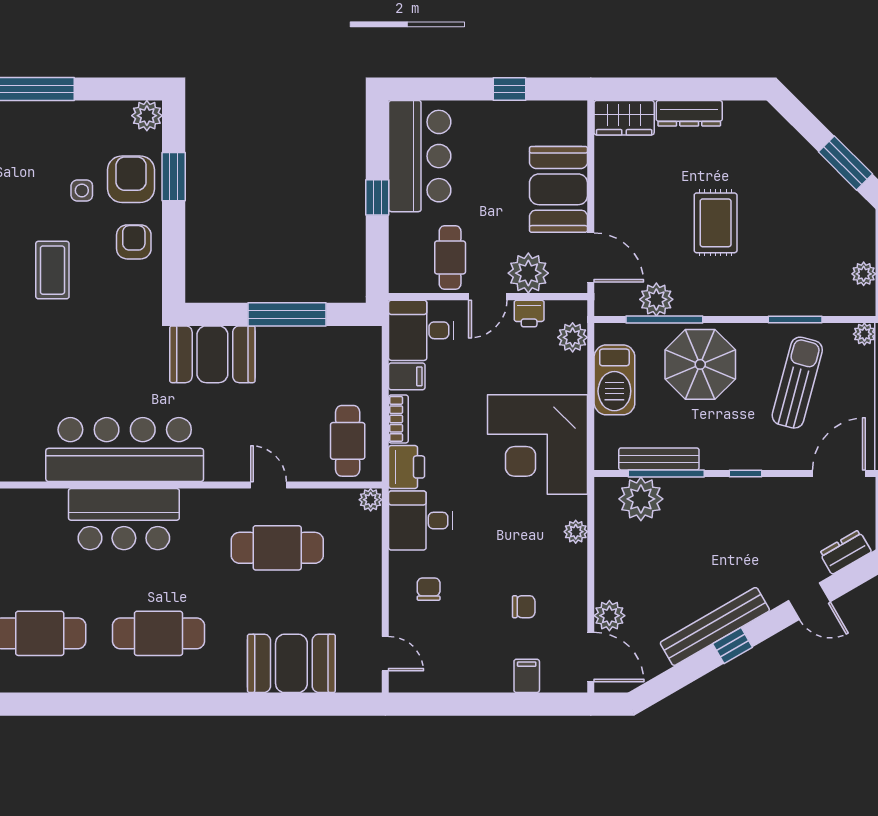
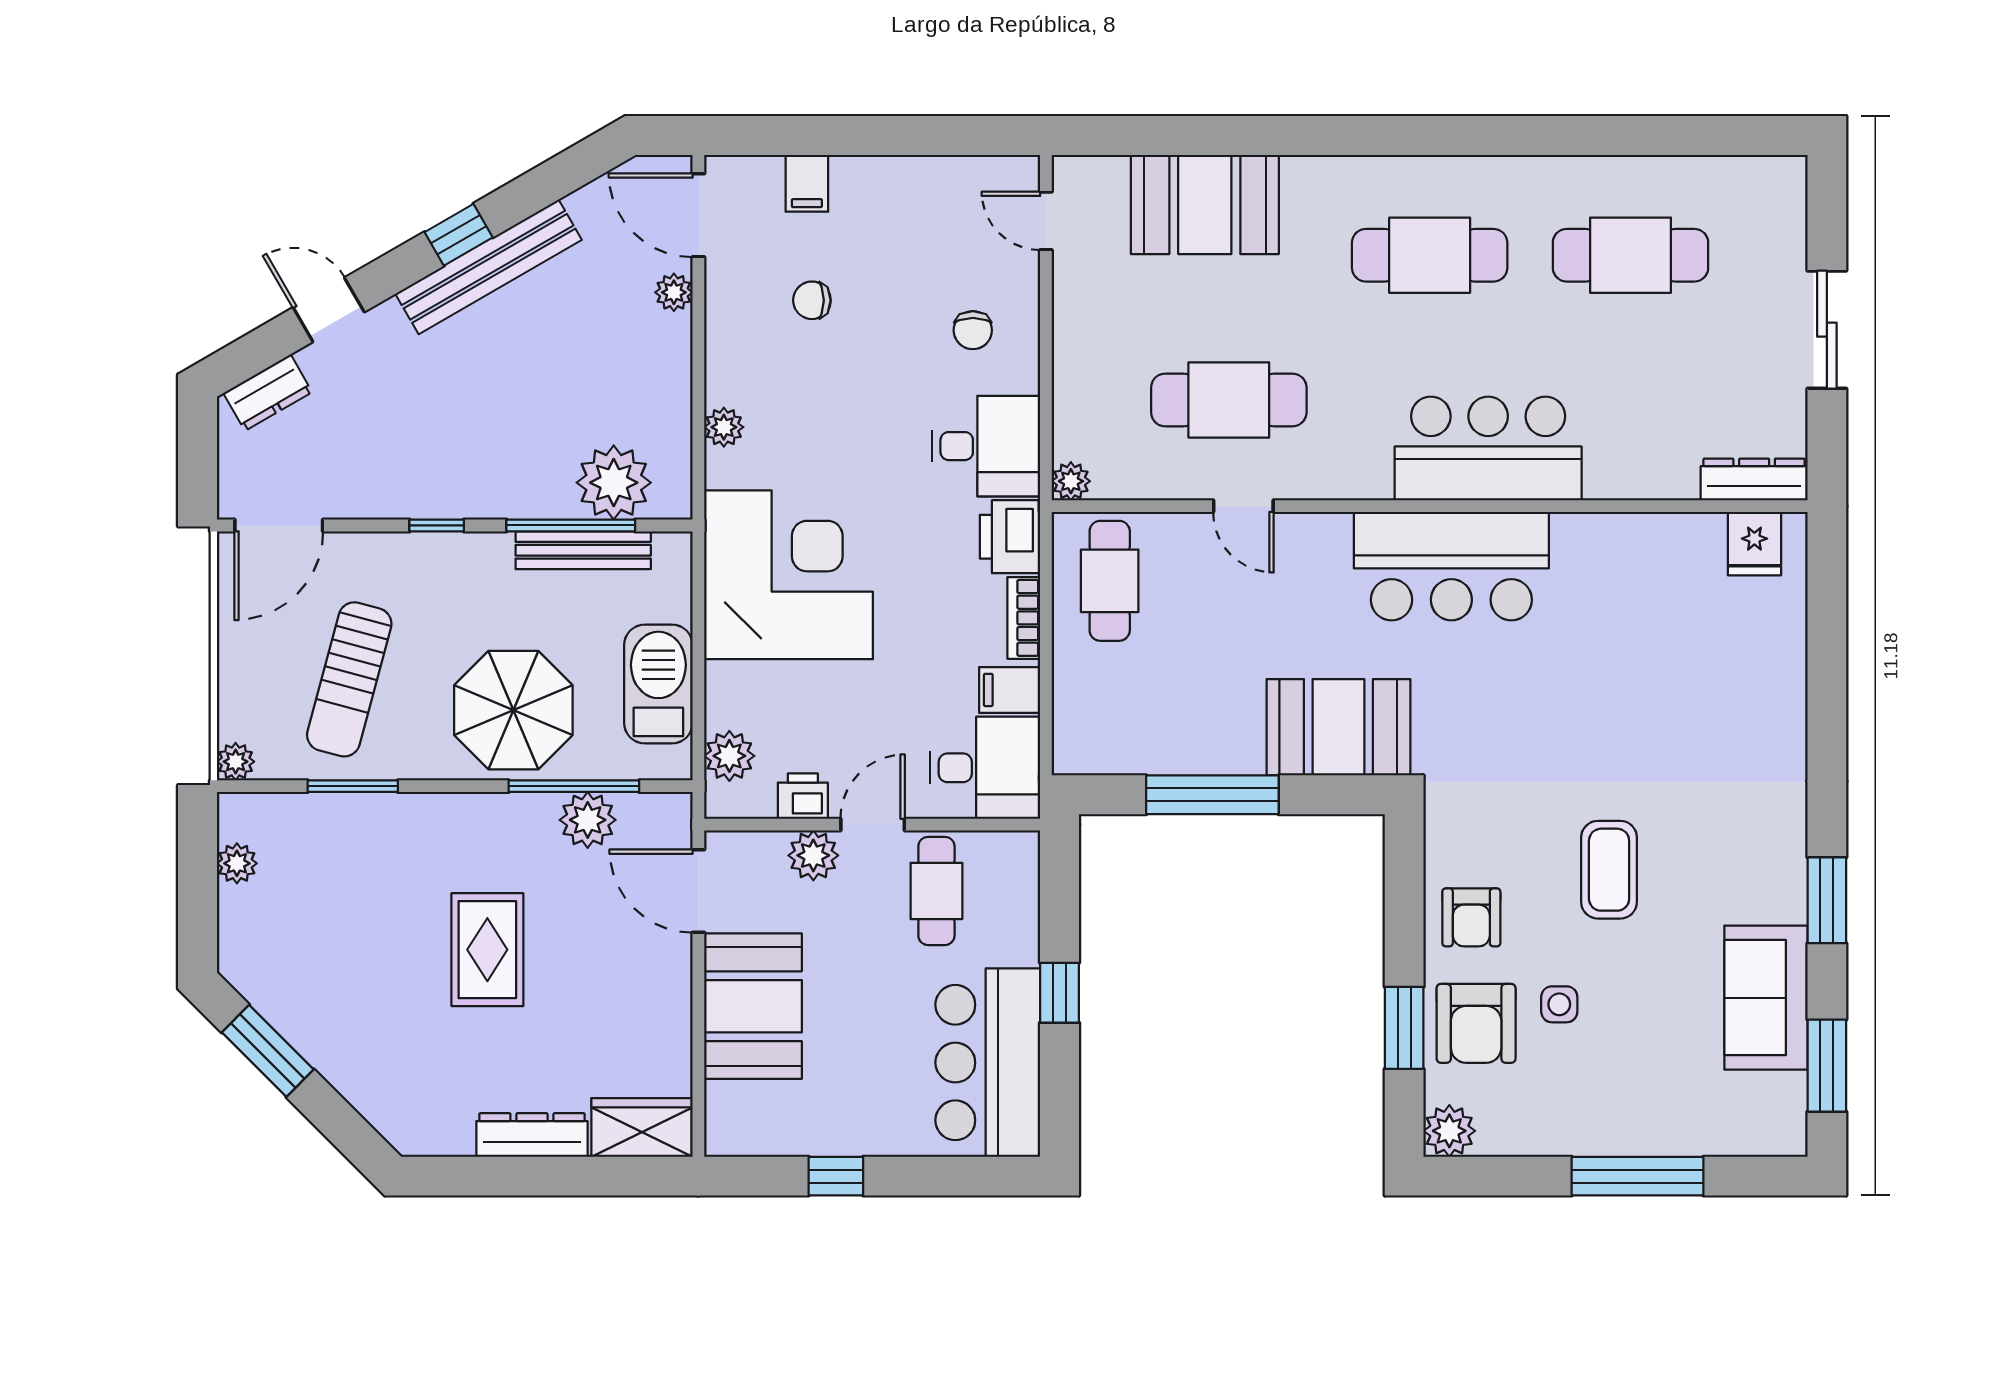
plant: (528, 273) -> (813, 855), width x0.73, depth x0.73
bar counter: (125, 450) -> (1451, 566), width x0.73
plant: (609, 616) -> (674, 292), width x0.73, depth x0.73

